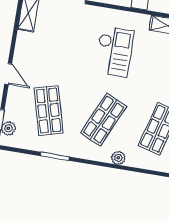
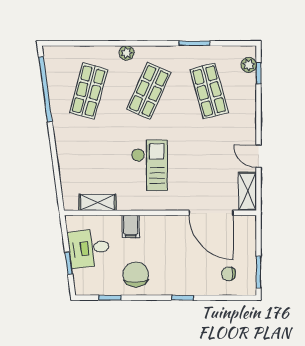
checkout: (114, 52) -> (150, 165), turned 180
door: (8, 74) -> (258, 156), moved

